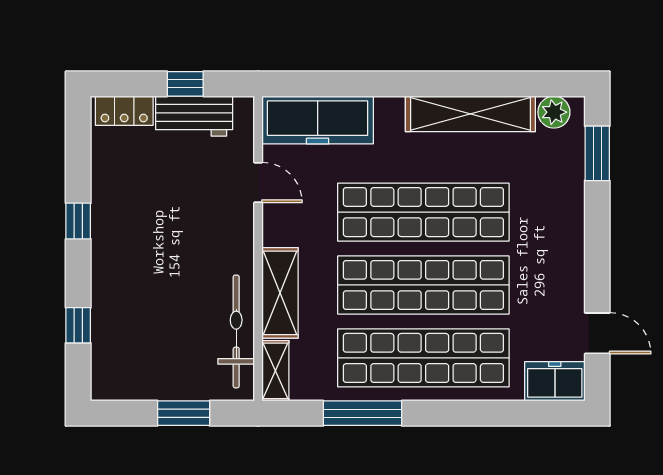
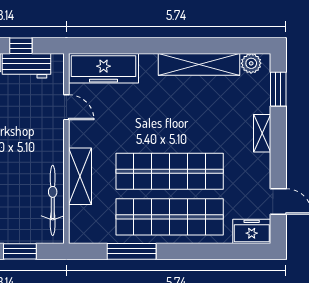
shop shelf: (423, 212) -> (170, 126), removed
shelving: (275, 371) -> (262, 133), moved

